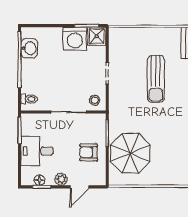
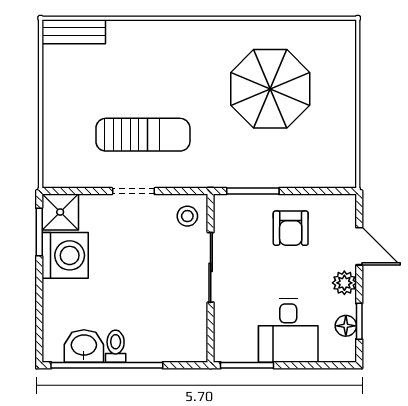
sun lounger: (156, 79) -> (143, 135), moved
toilet: (29, 99) -> (116, 346), moved
parasol: (130, 153) -> (270, 89), moved

